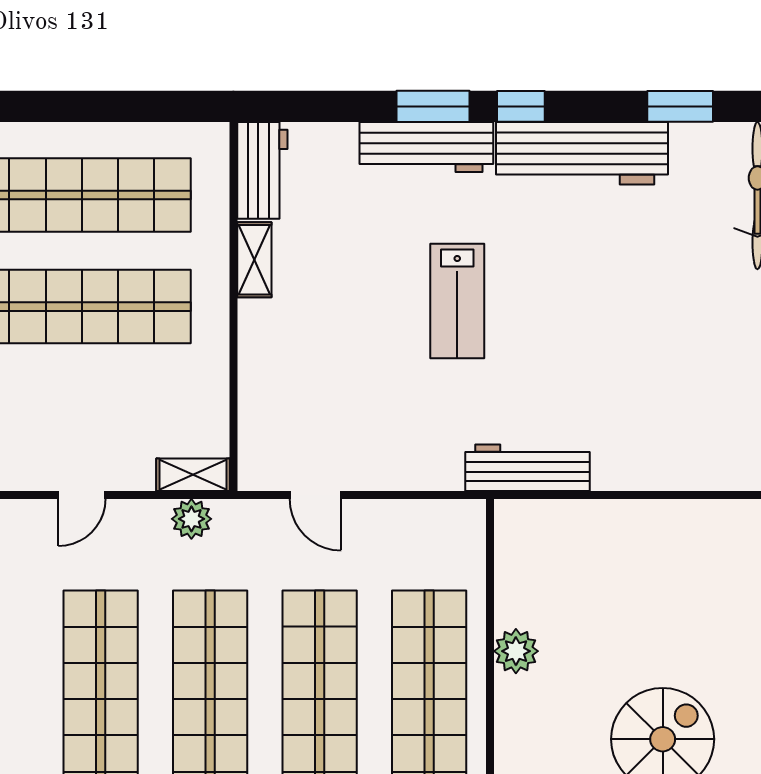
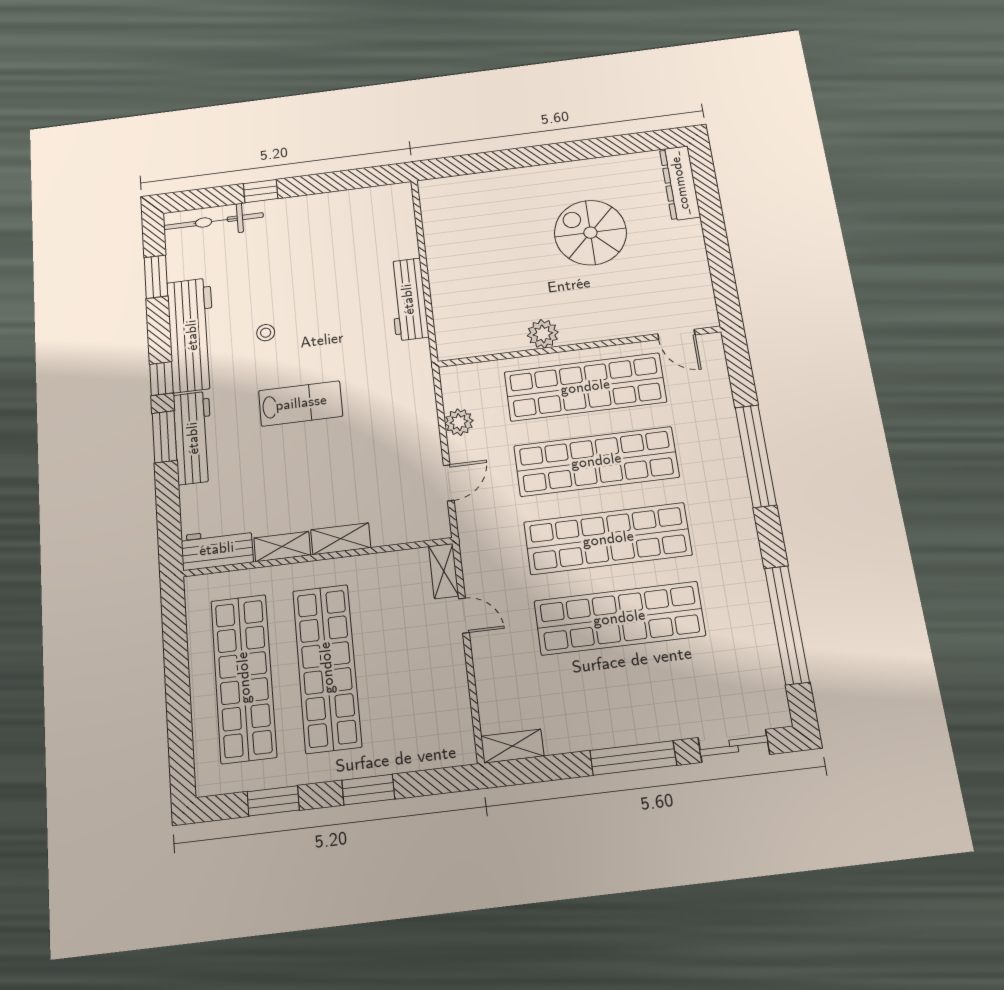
stool: (571, 260) -> (266, 333), added
shelving: (255, 340) -> (341, 539), added
workbench: (528, 468) -> (408, 299), moved
door: (82, 495) -> (464, 616), moved
plant: (191, 519) -> (459, 422), moved

